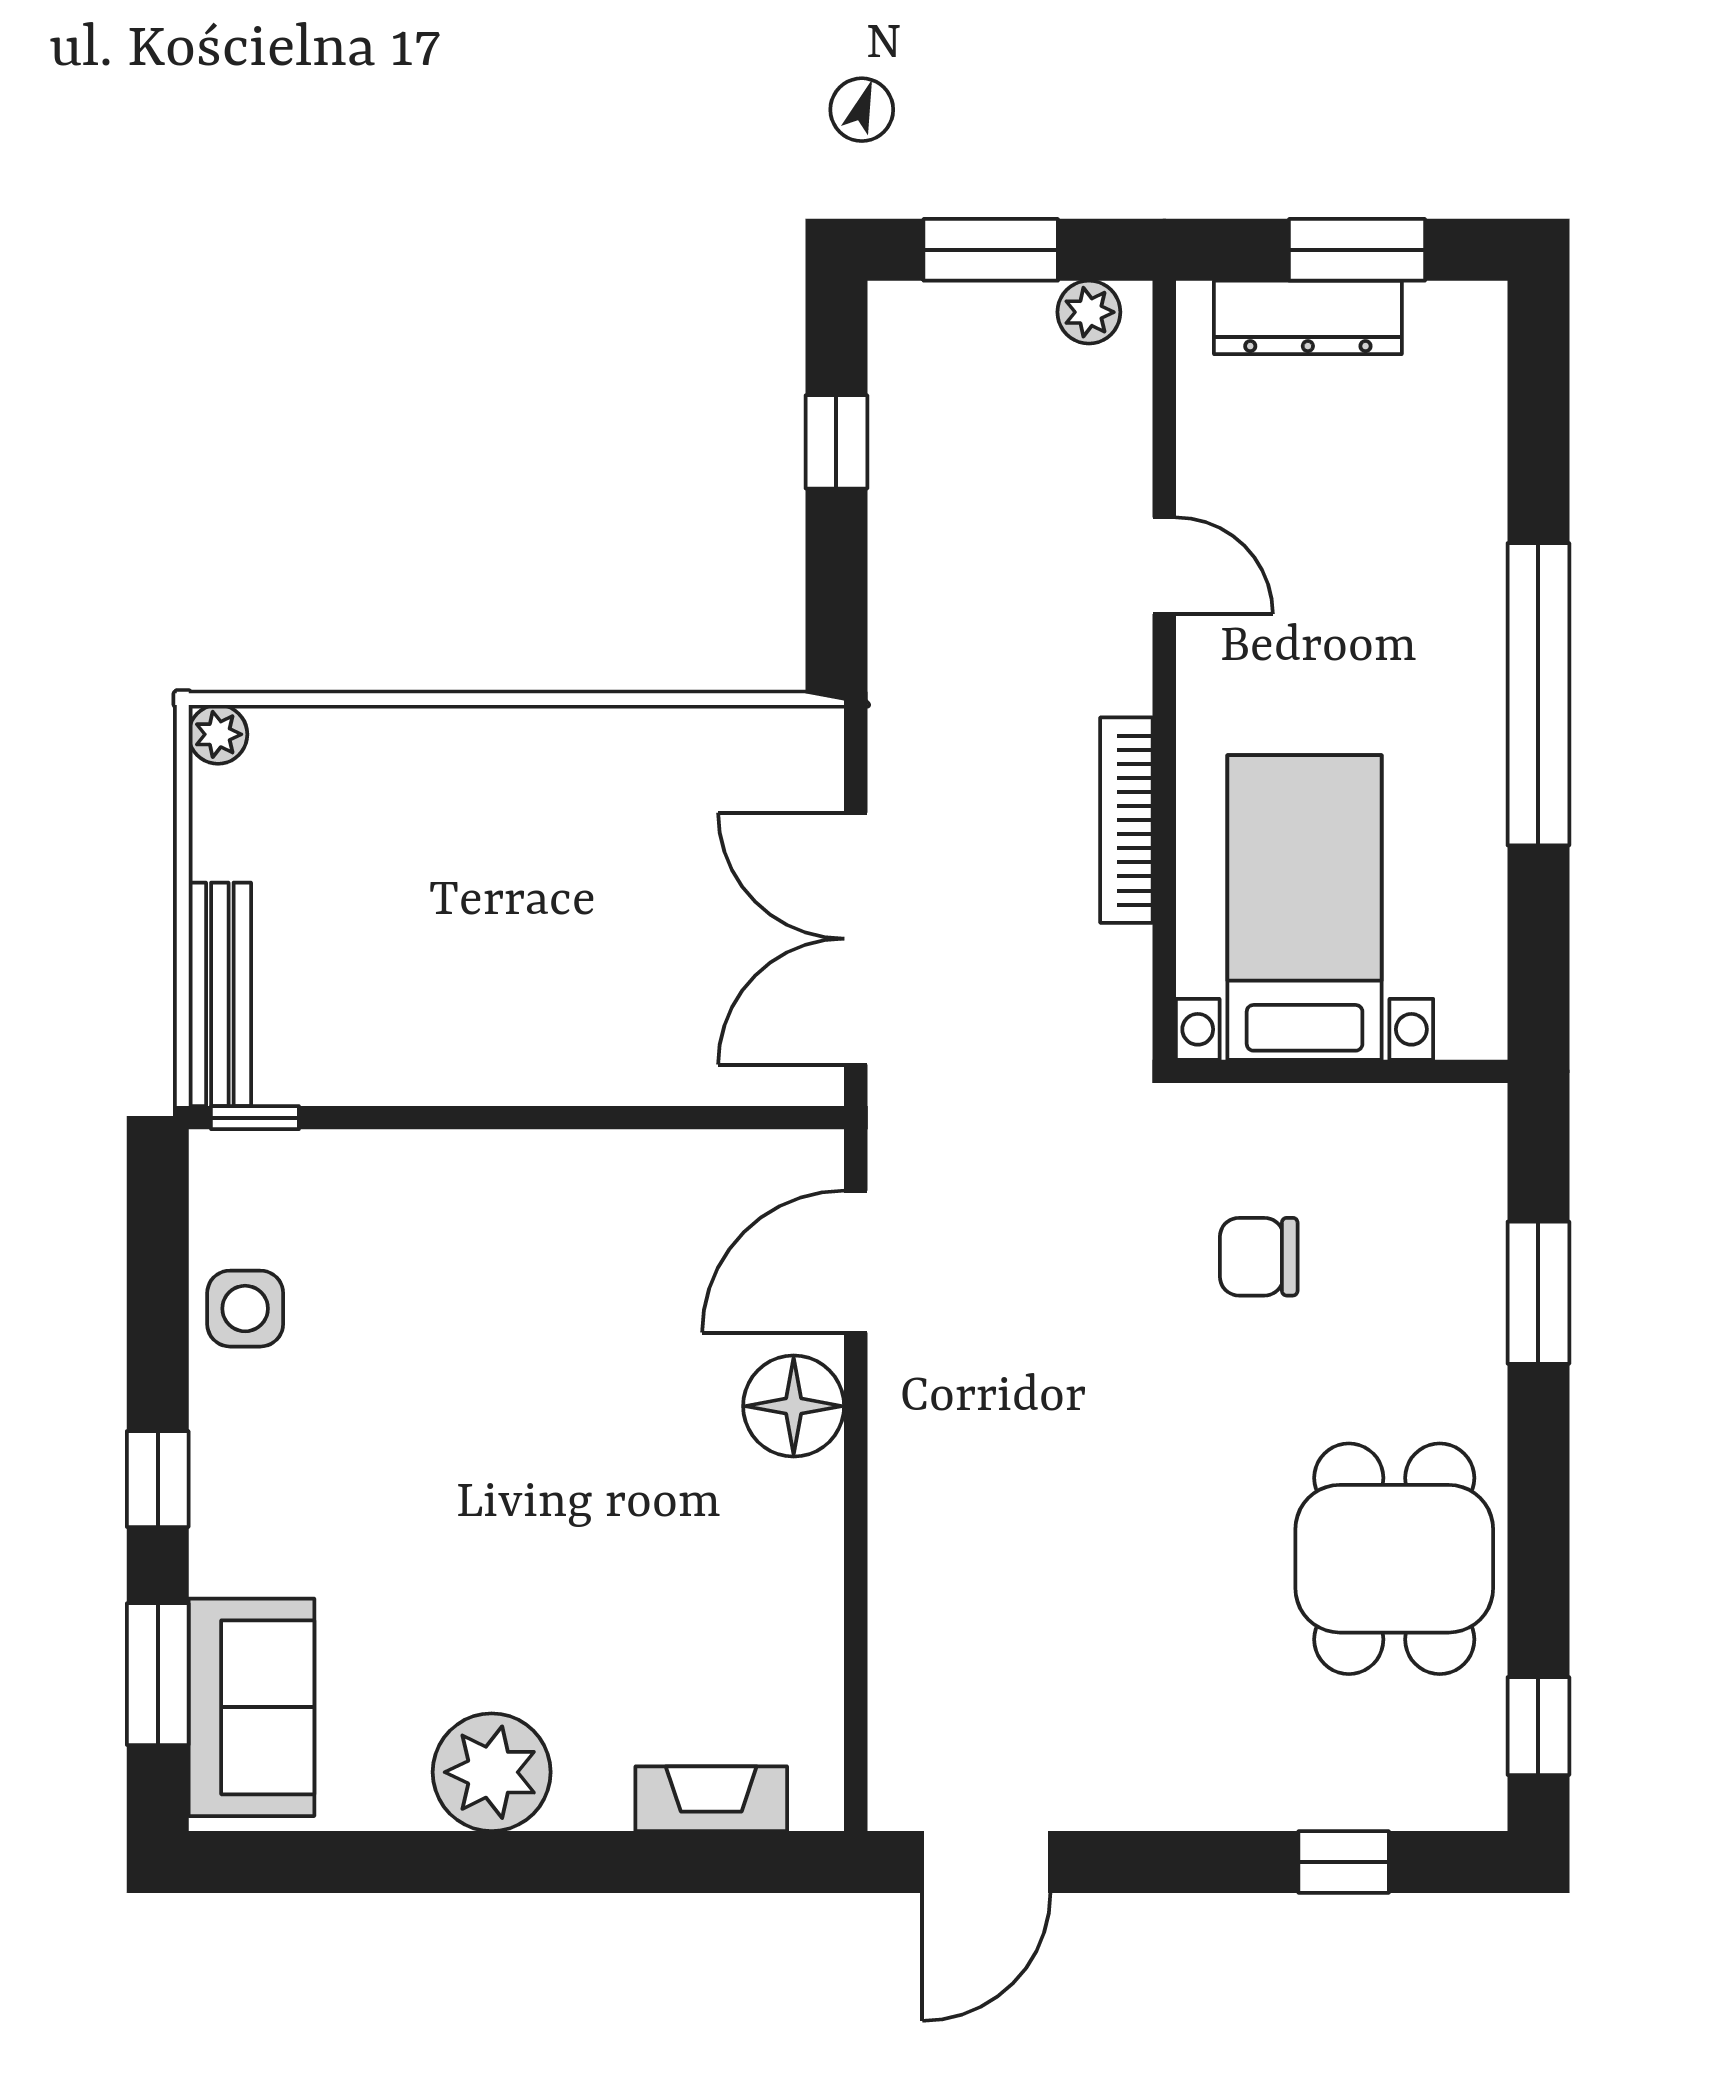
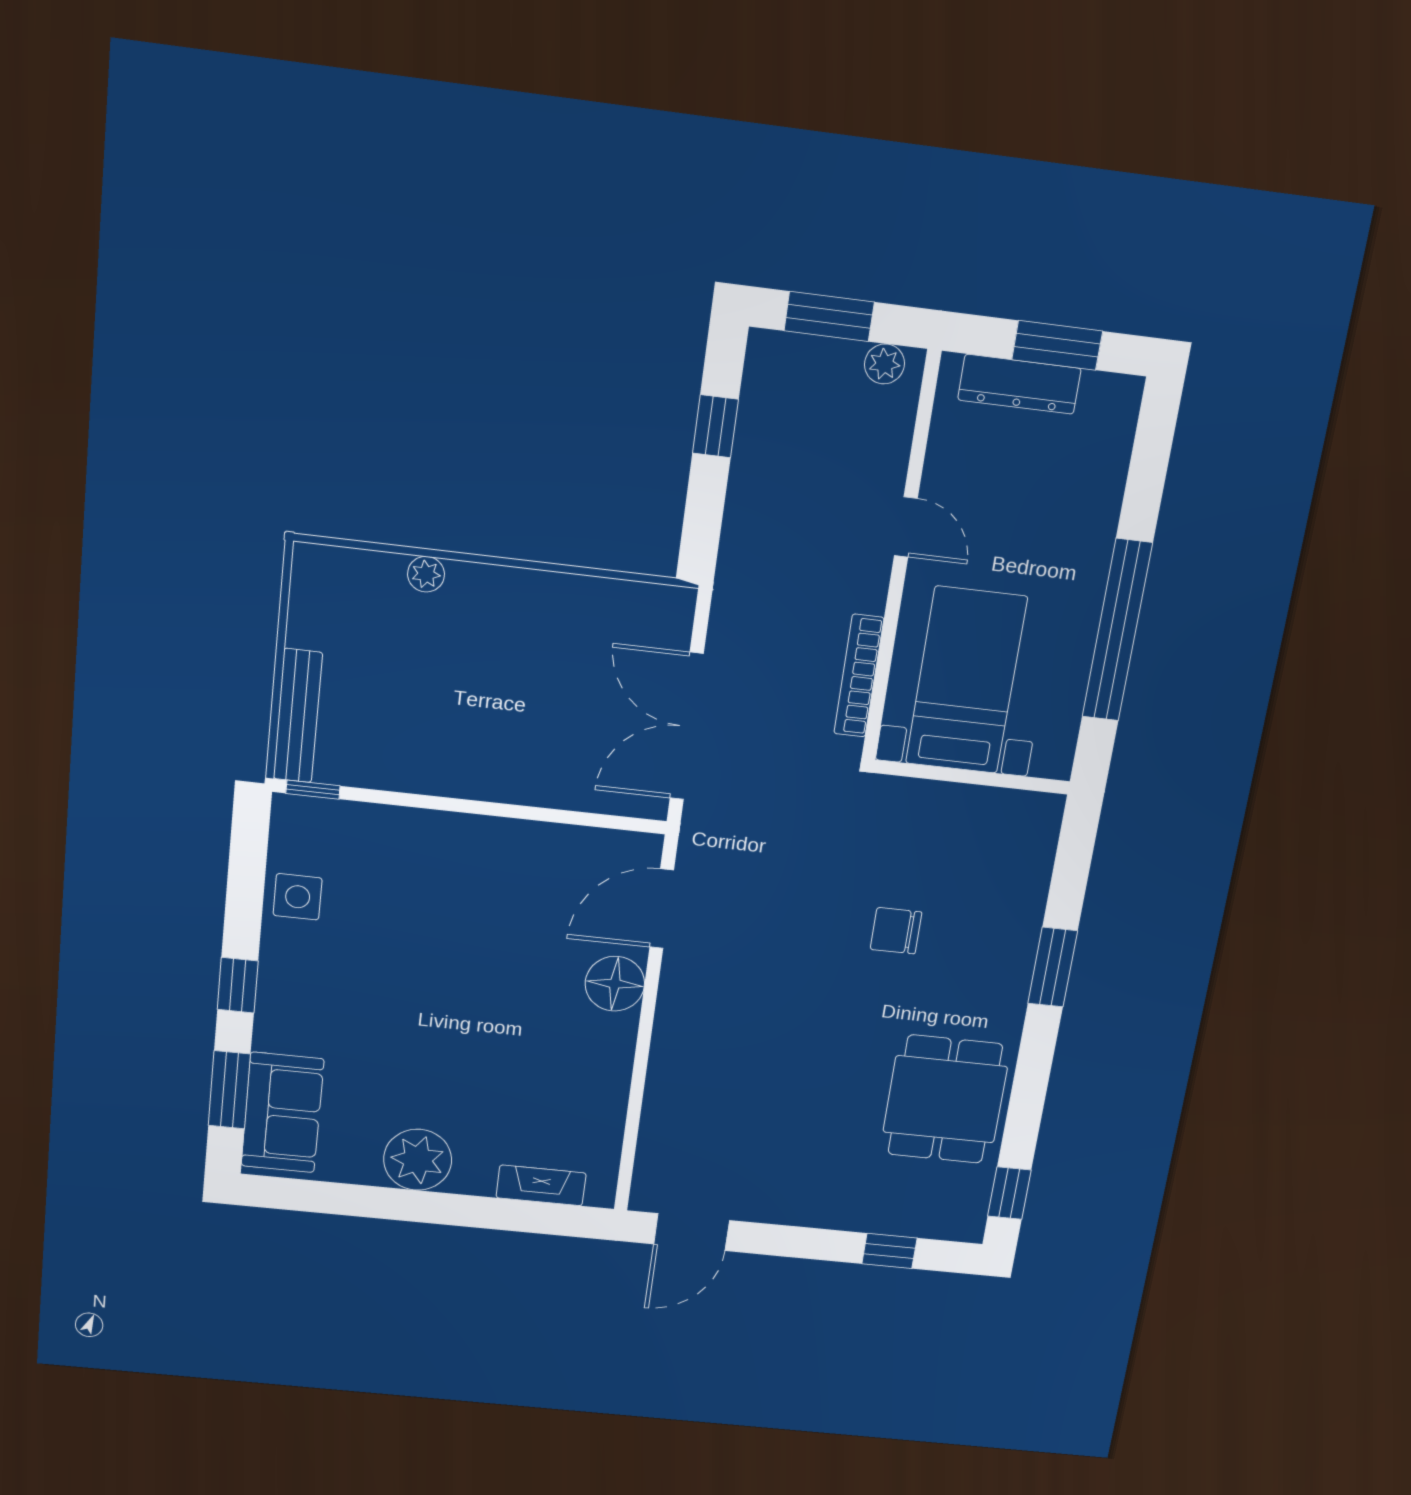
plant: (218, 734) -> (426, 574), moved
bed with nightstands: (1305, 907) -> (966, 680), moved
wall: (1342, 1071) -> (972, 777), moved

